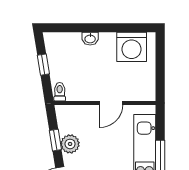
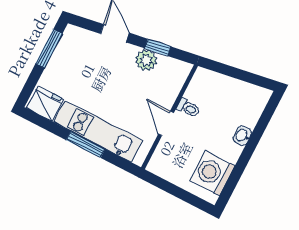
window: (43, 65) -> (241, 75), removed
toilet: (60, 92) -> (188, 108), moved

